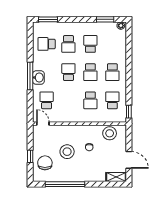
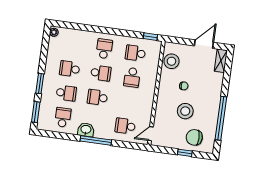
window: (105, 19) -> (40, 84), moved
school desk: (47, 44) -> (63, 117), turned 180
school desk: (112, 72) -> (104, 49), turned -90
washbasin: (38, 78) -> (86, 130), moved
school desk: (90, 100) -> (132, 77), turned 90

